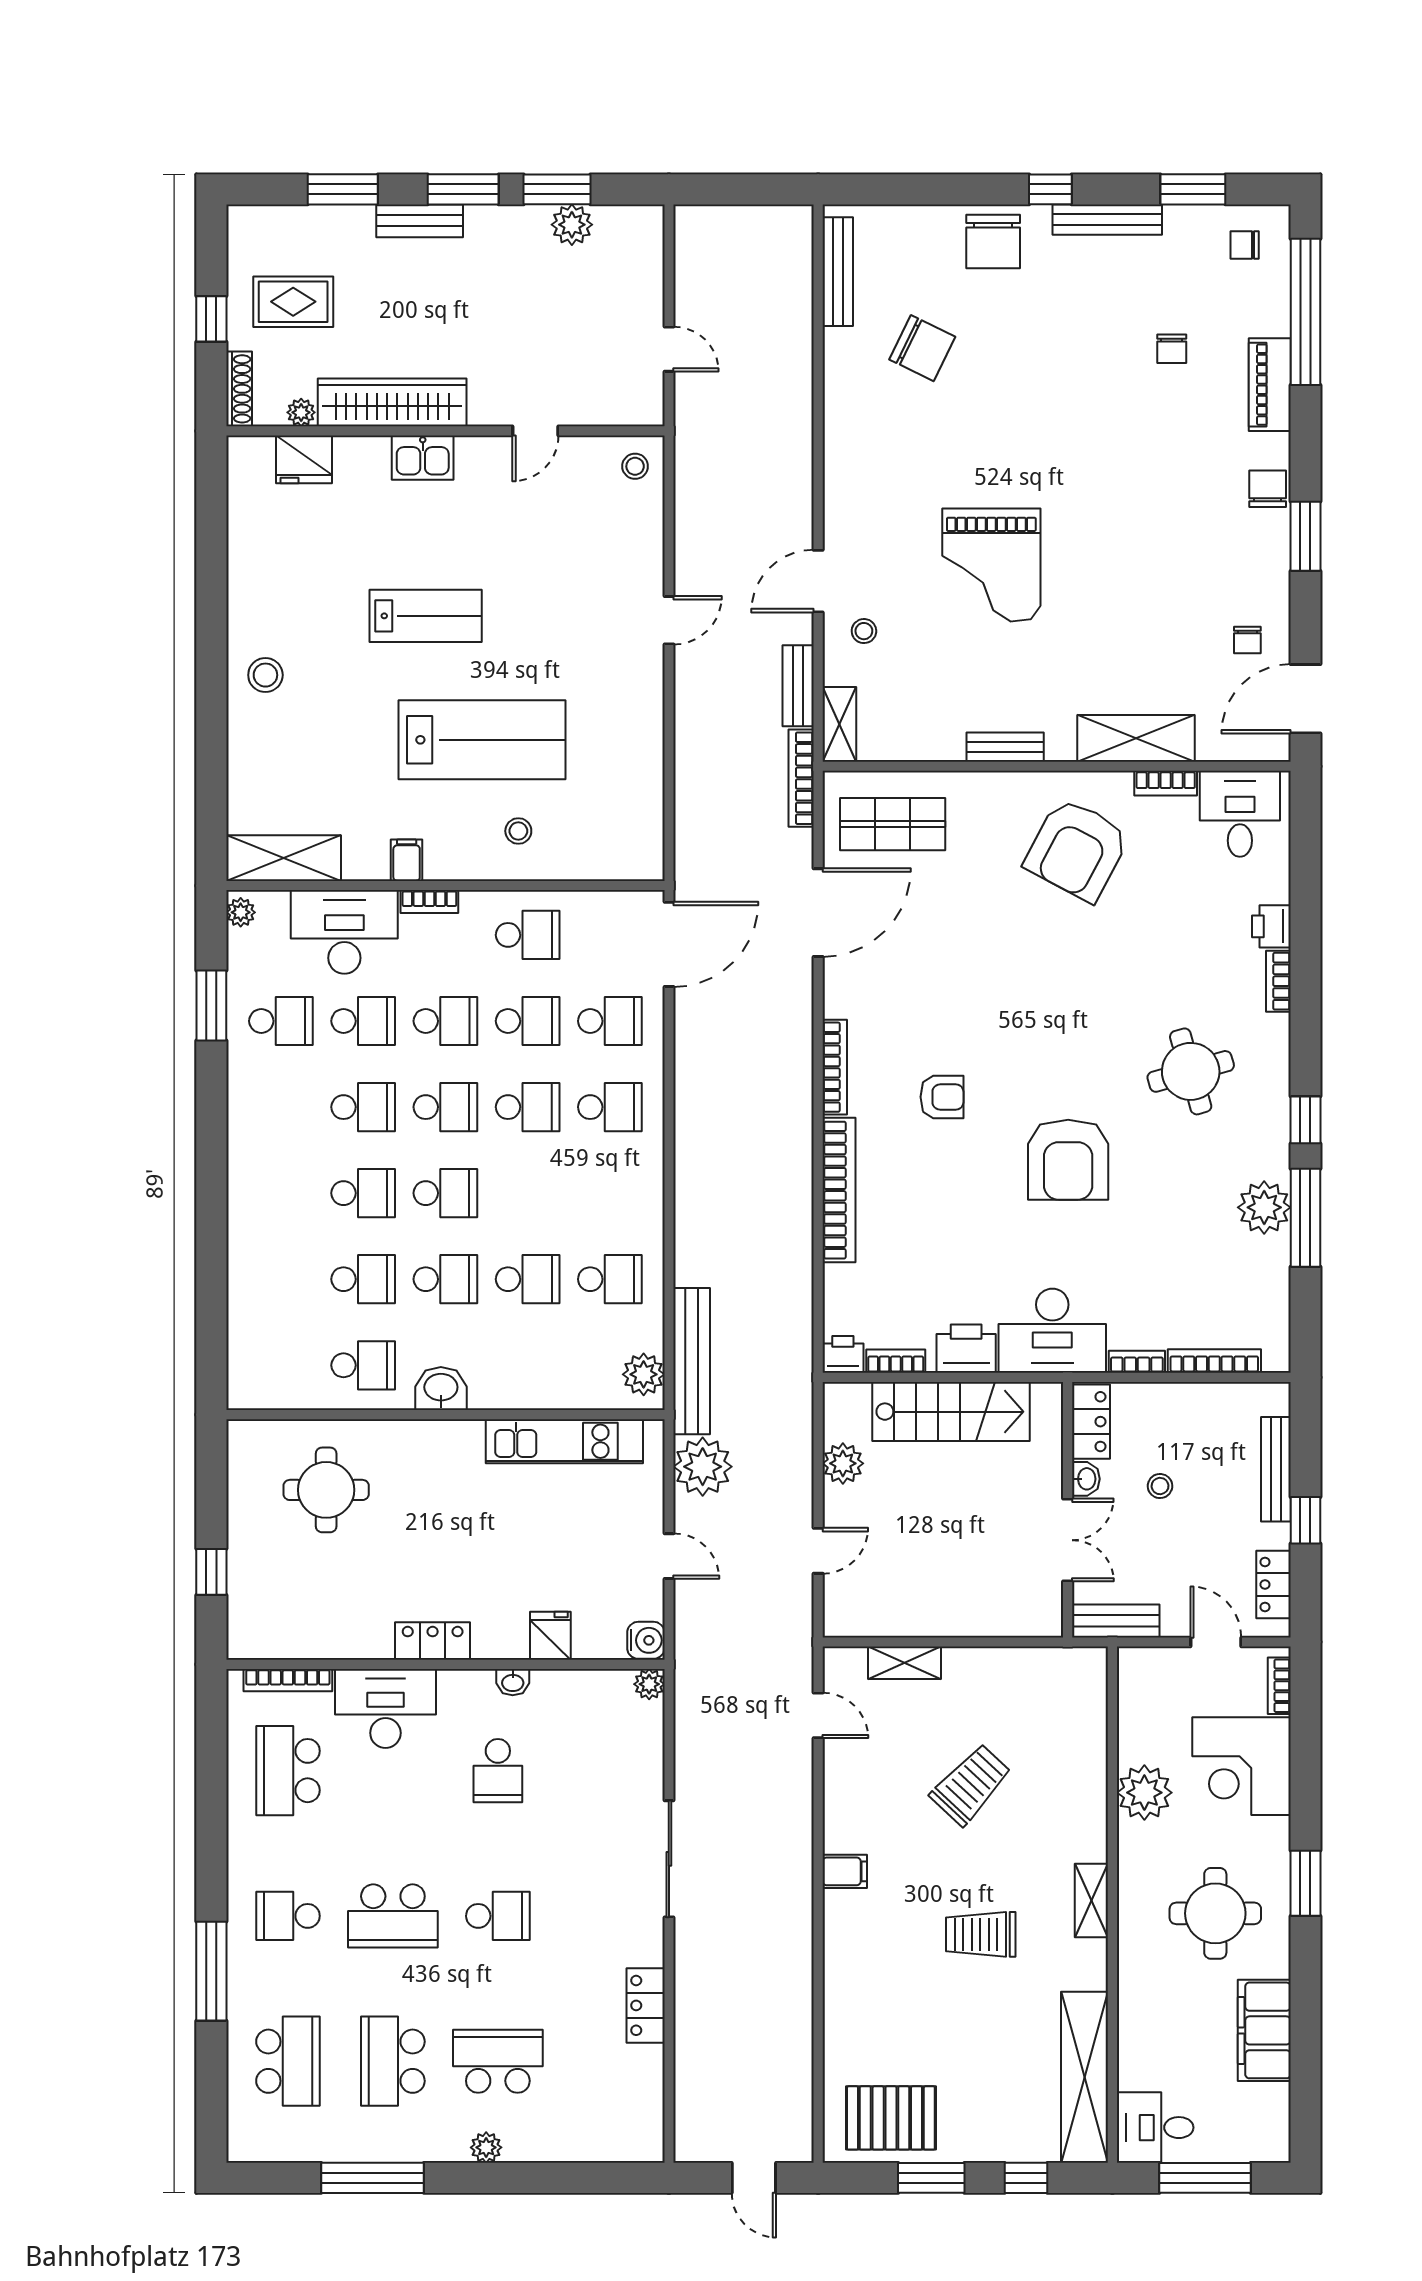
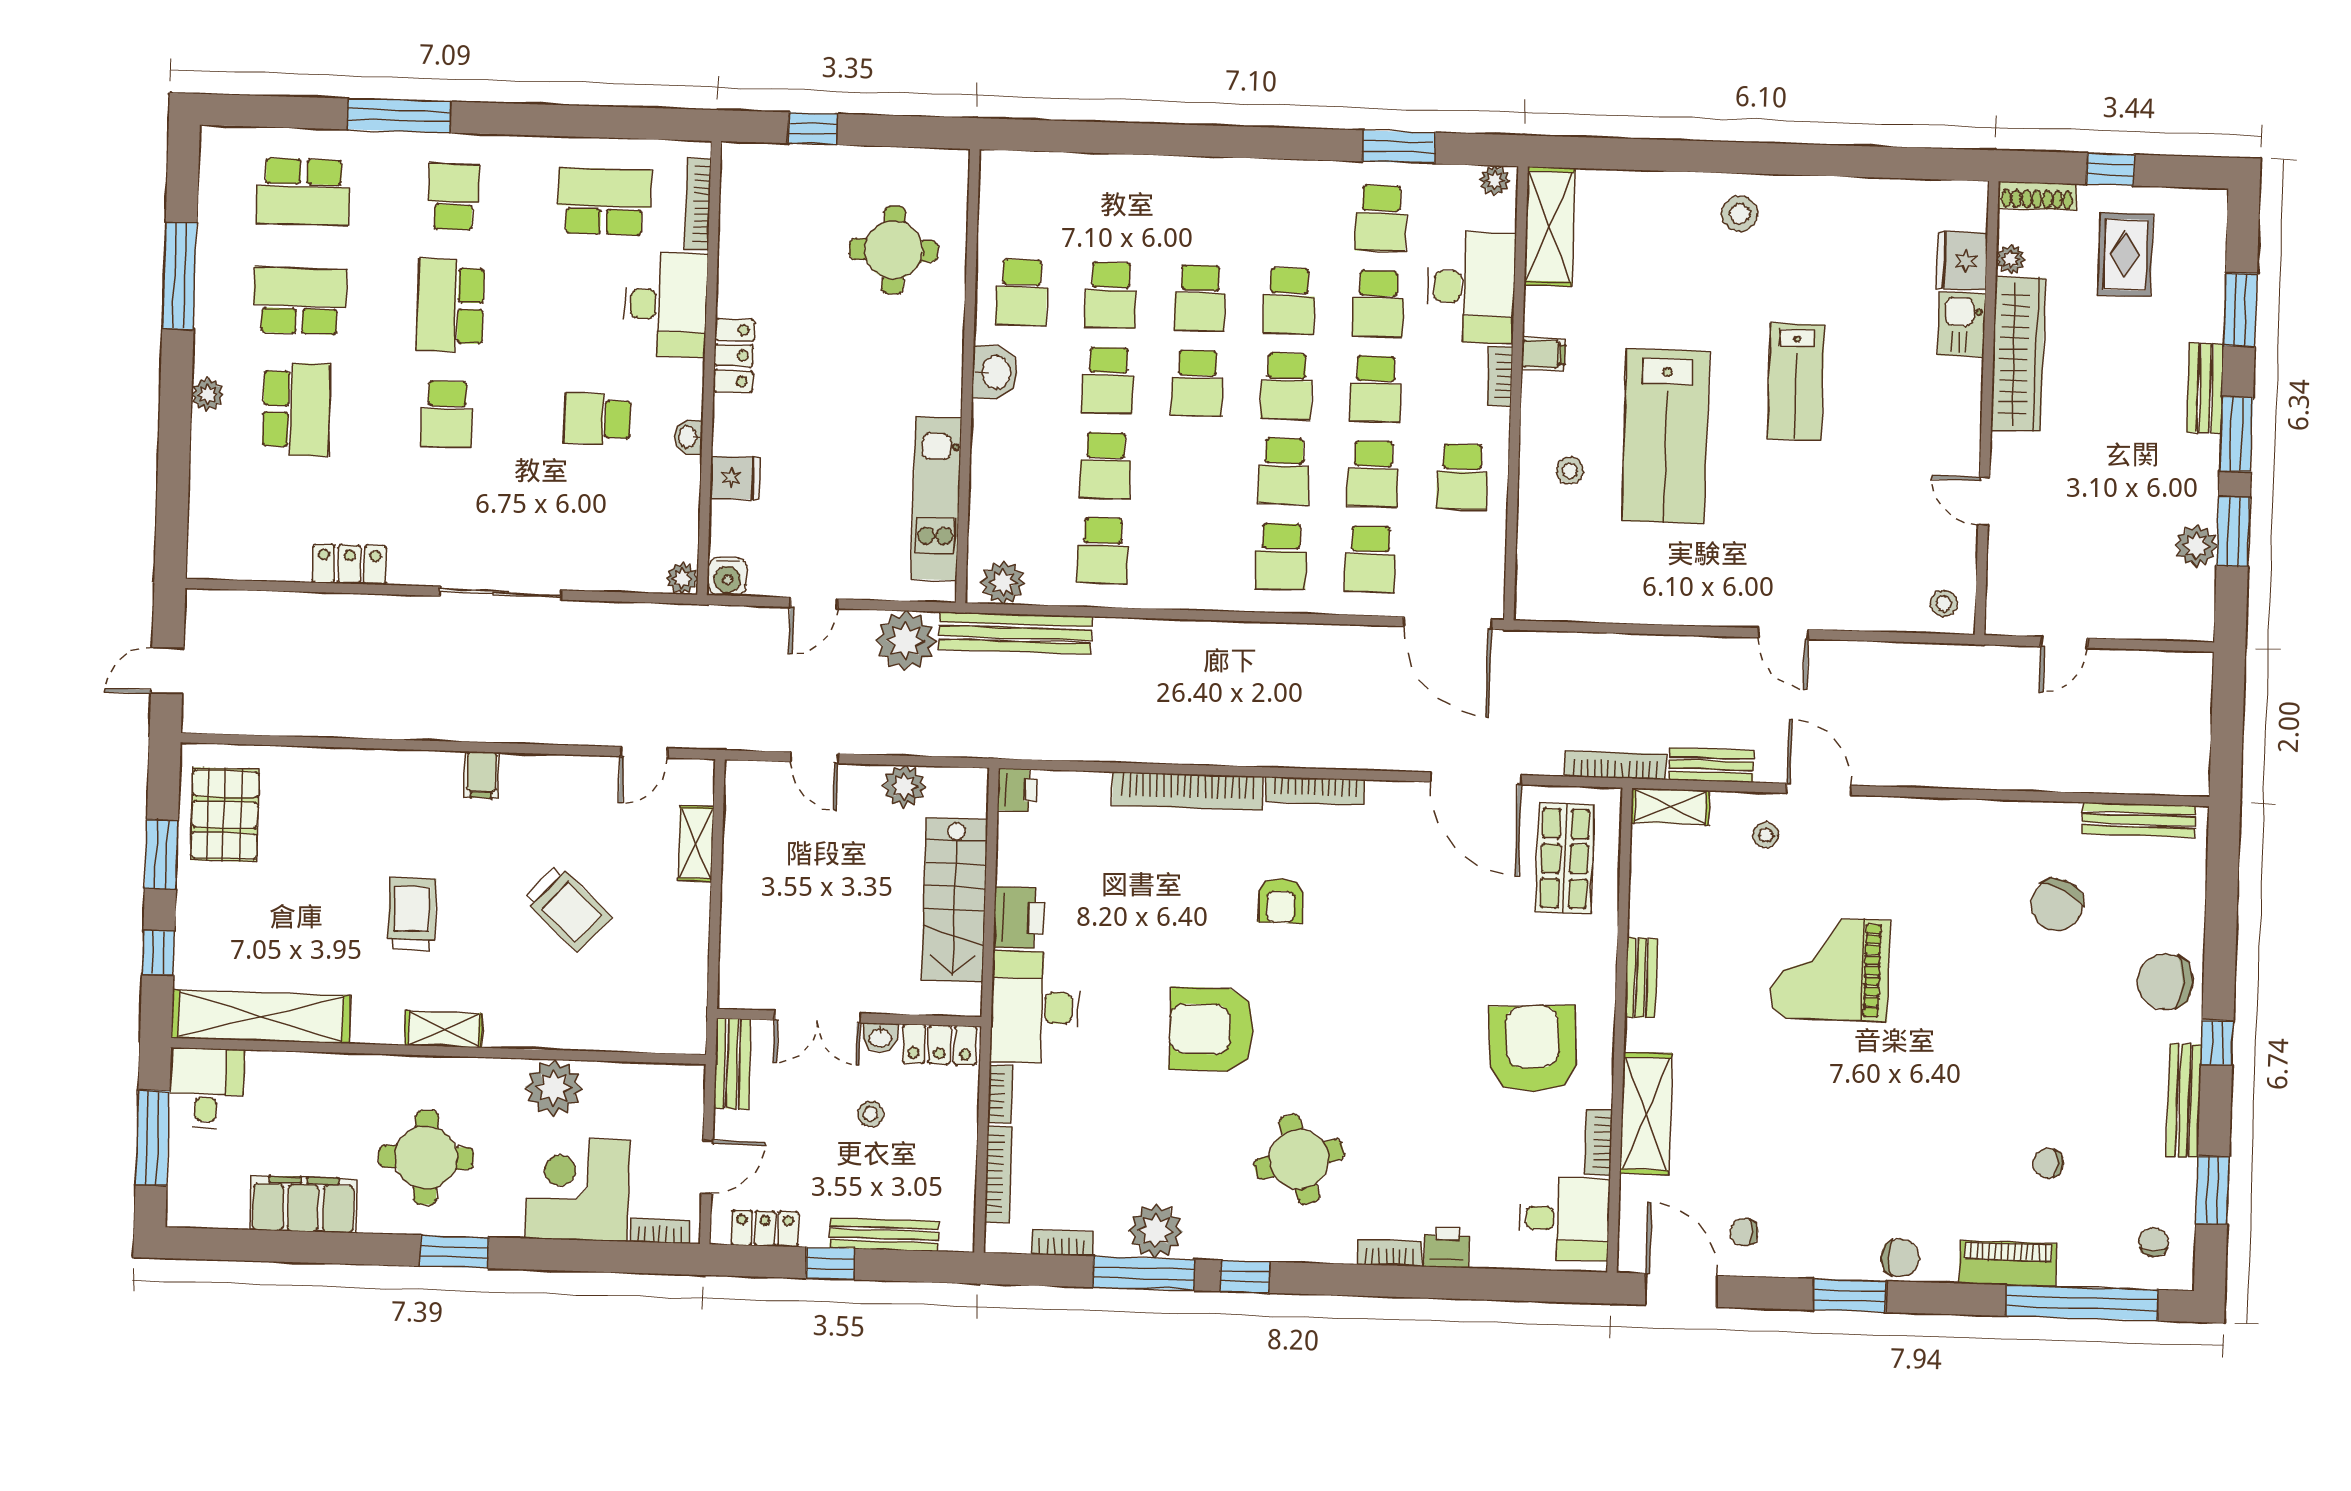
kitchen sink: (423, 458) -> (1962, 324), moved
armchair: (1077, 850) -> (1533, 1049), turned 59
bookcase: (896, 1361) -> (1062, 1243), moved, turned -90

